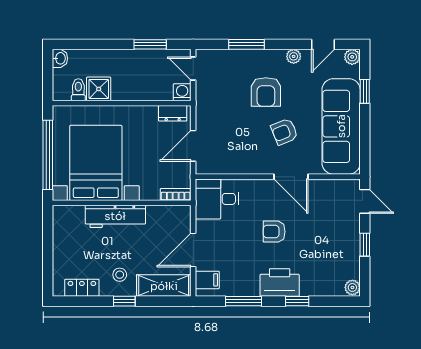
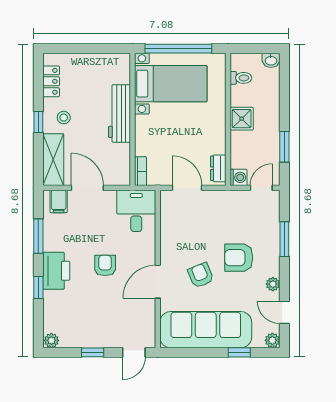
shower: (99, 89) -> (242, 119), moved
bed with nightstands: (96, 163) -> (171, 84), width x0.73

